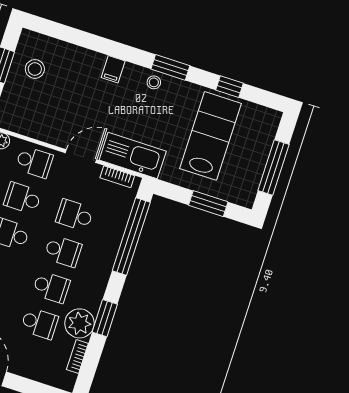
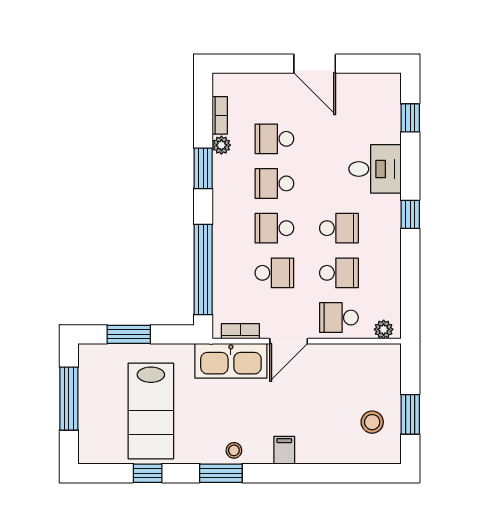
plant: (79, 323) -> (221, 145), width x0.53, depth x0.53

